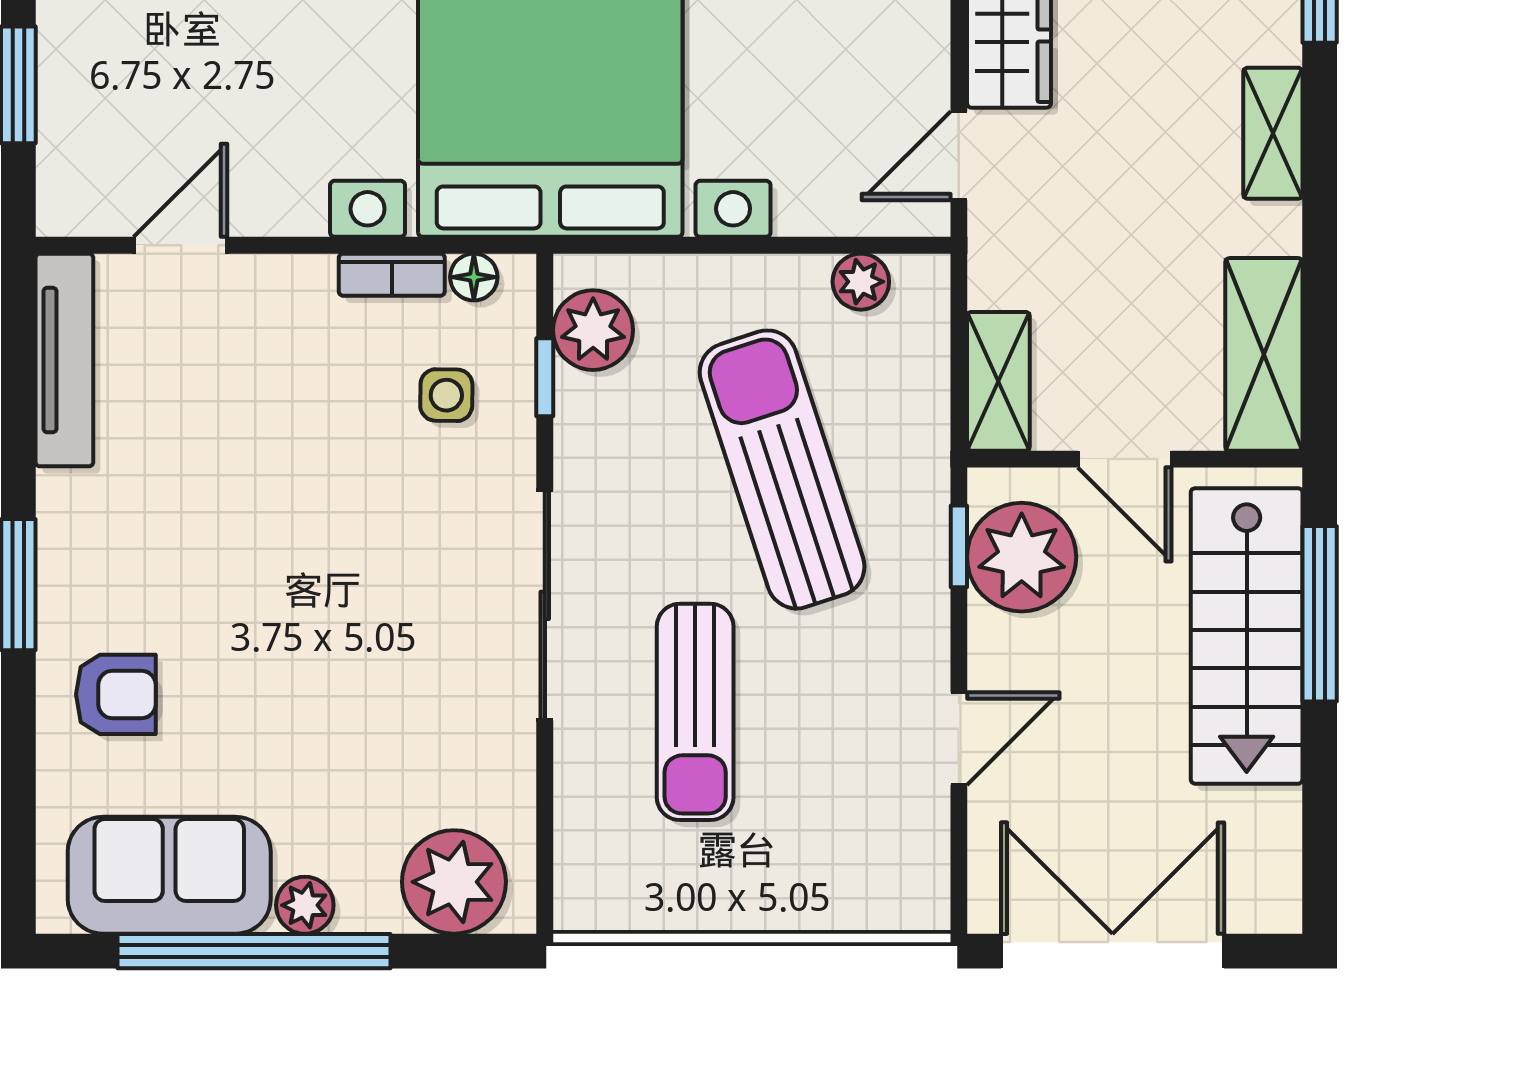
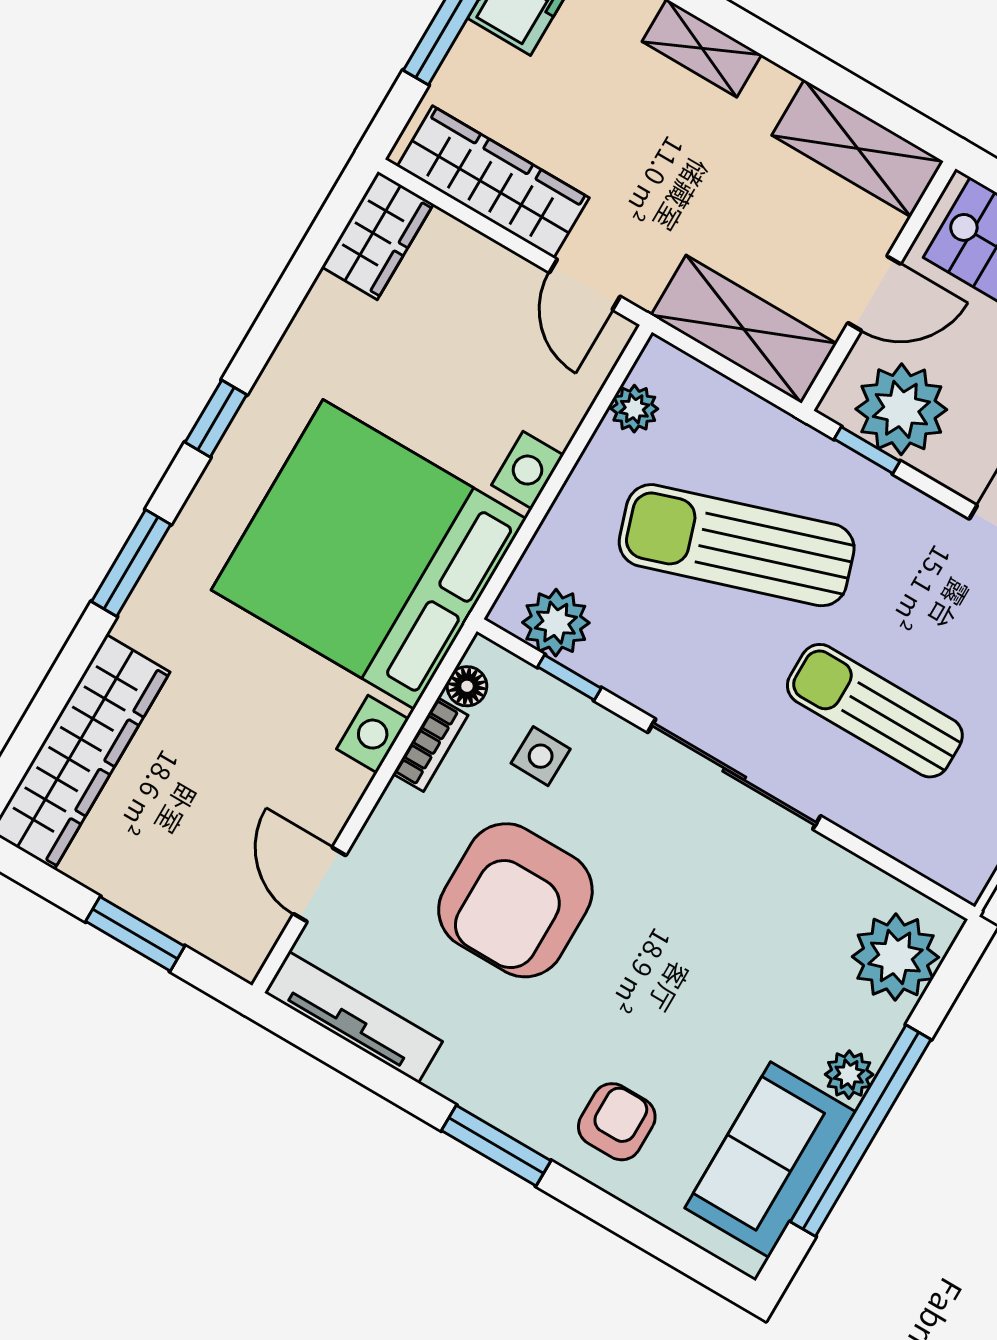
shelving: (998, 381) -> (744, 329), width x1.50, depth x1.33
armchair: (283, 456) -> (515, 900), added
sun lounger: (695, 712) -> (875, 711), turned 180

